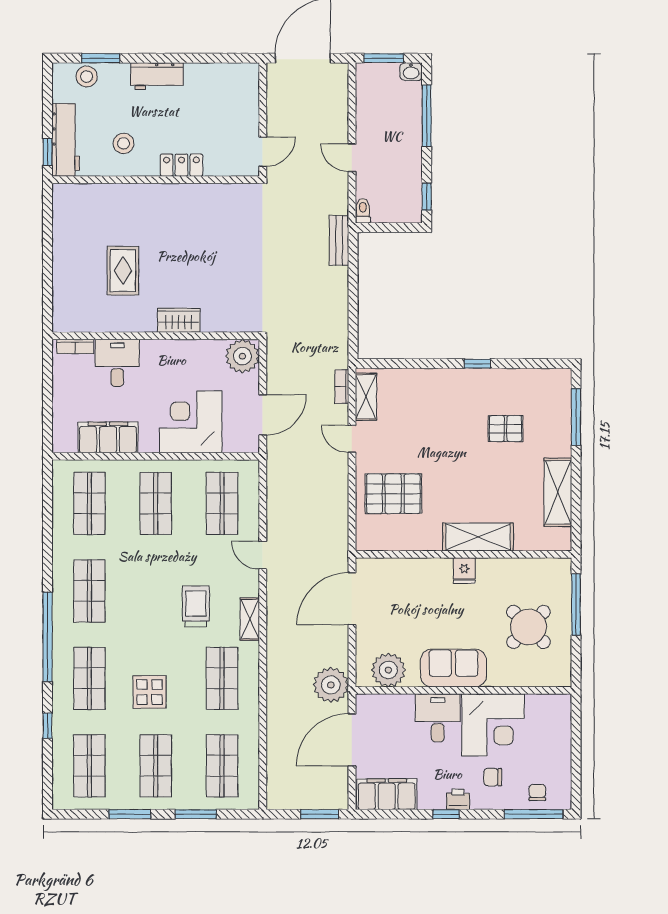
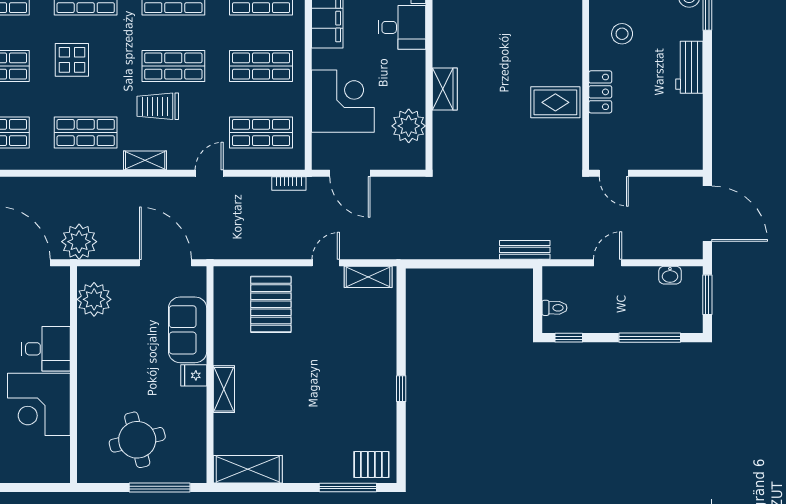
washbasin: (411, 72) -> (670, 275), moved, turned -90
toilet: (363, 211) -> (555, 308), moved
rug: (123, 271) -> (555, 102), moved
plant: (242, 356) -> (409, 126), moved
bookcase: (342, 387) -> (289, 183), moved, turned 180
pallet: (506, 429) -> (371, 464), moved, turned 90
shelving: (558, 492) -> (248, 469), moved
shelving: (478, 537) -> (224, 389), width x0.67, depth x0.75
shop shelf: (156, 591) -> (173, 66), added
trolley: (196, 606) -> (158, 106), turned 180
round table: (528, 627) -> (137, 440), turned 31
sofa: (453, 668) -> (188, 330), moved, turned 180

